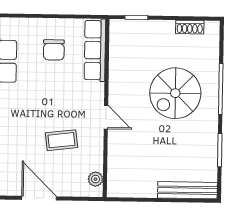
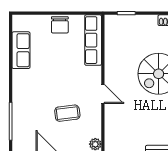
chair: (54, 50) -> (60, 25), moved

